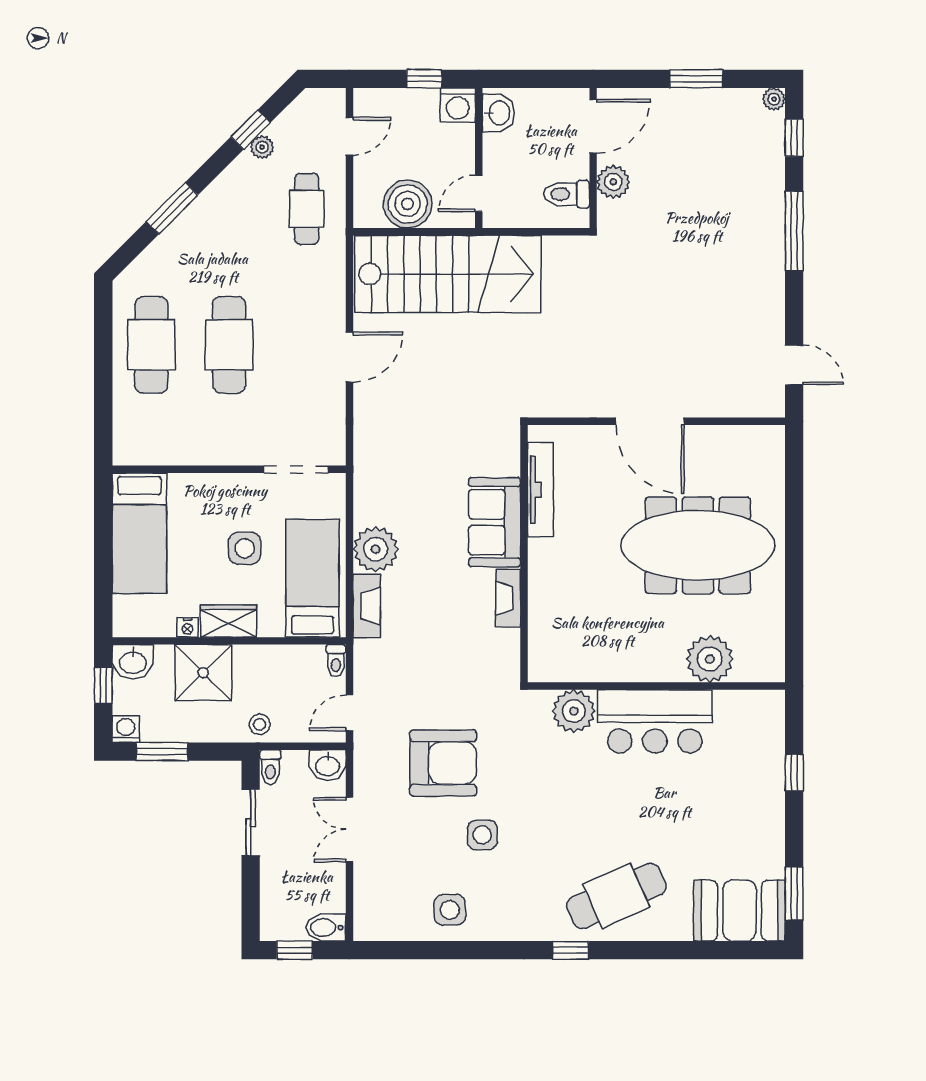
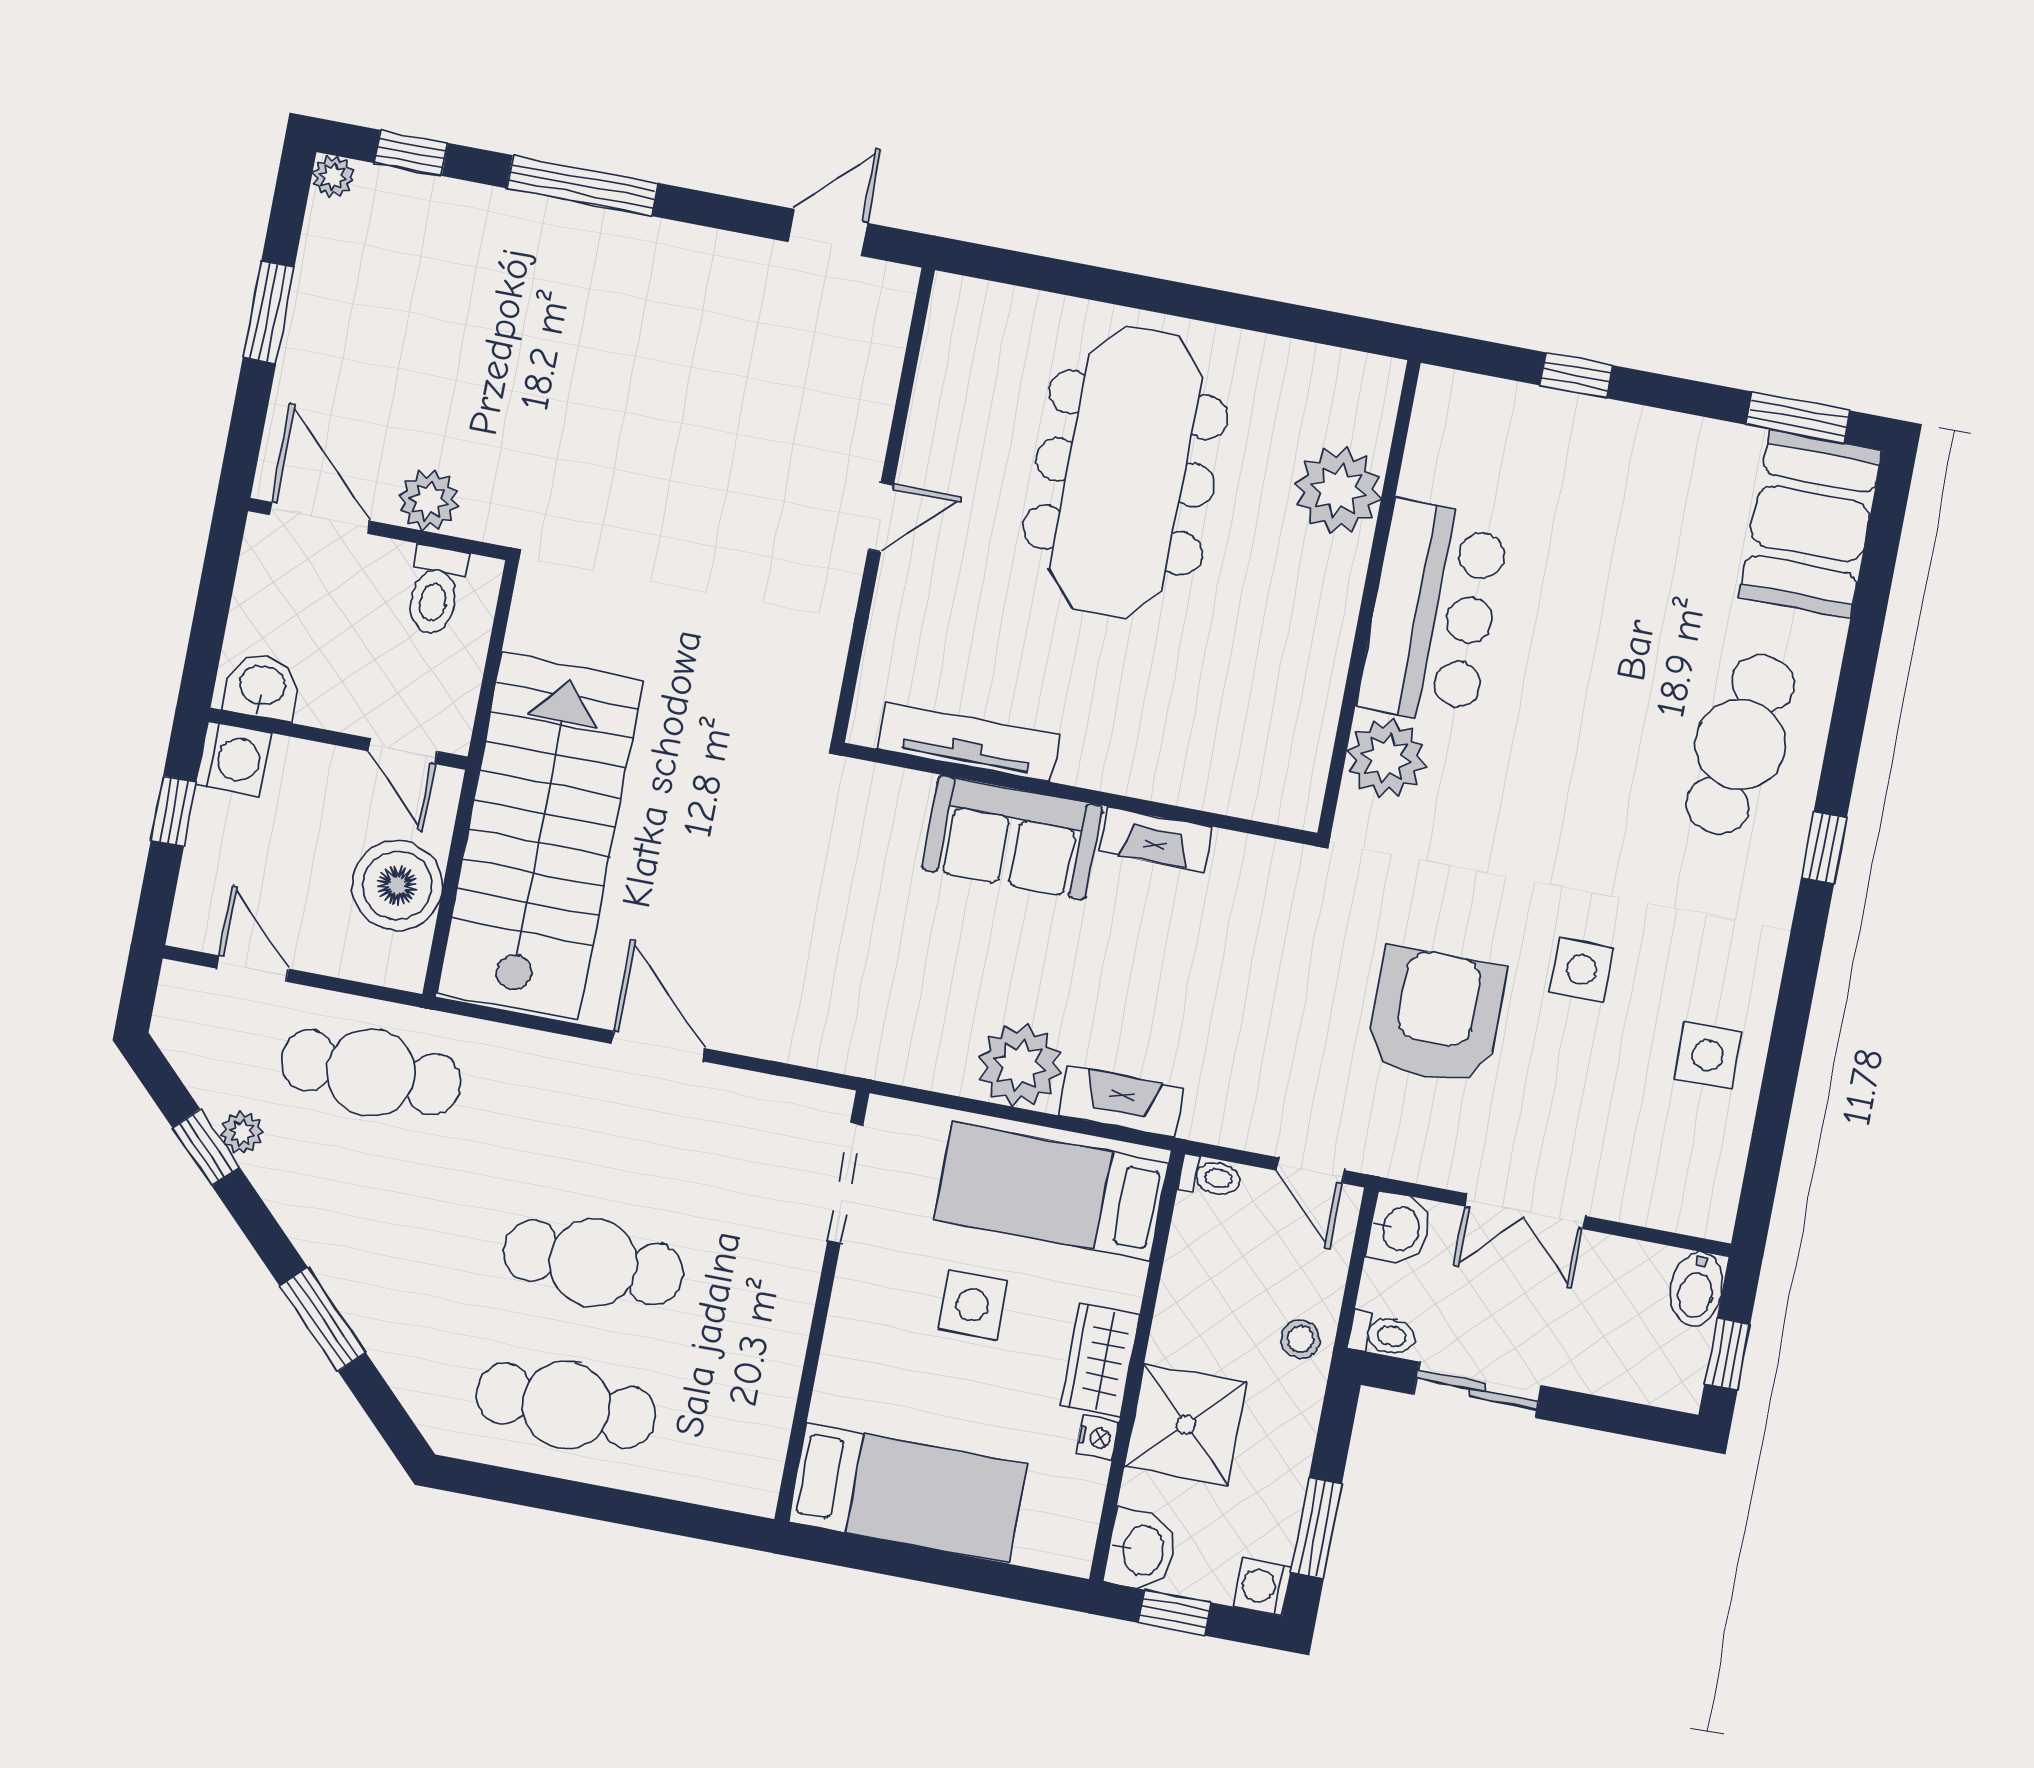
cafe table: (307, 209) -> (371, 1072), width x1.37, depth x1.35
door: (650, 421) -> (881, 517), width x0.53
cafe table: (616, 896) -> (1740, 744), turned 34

